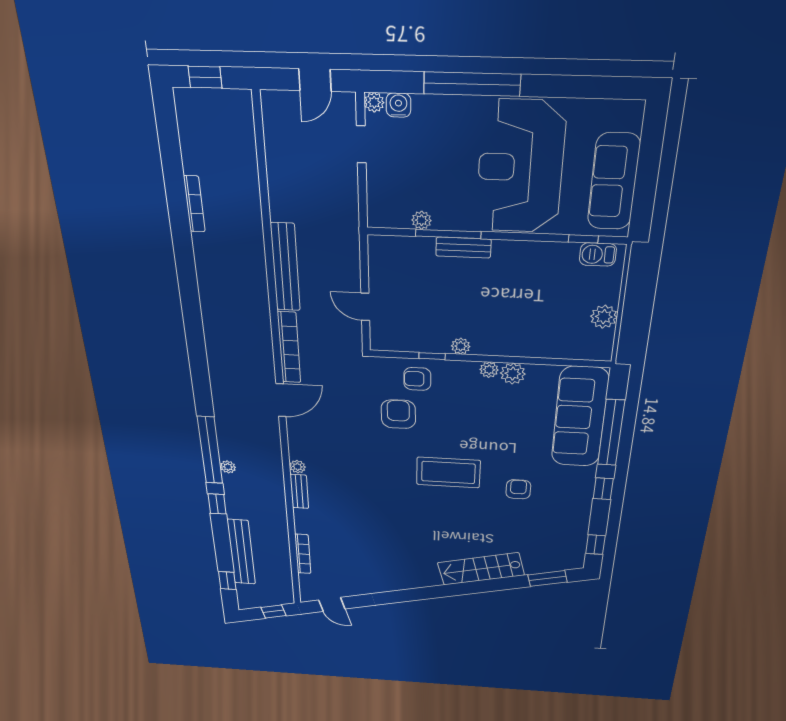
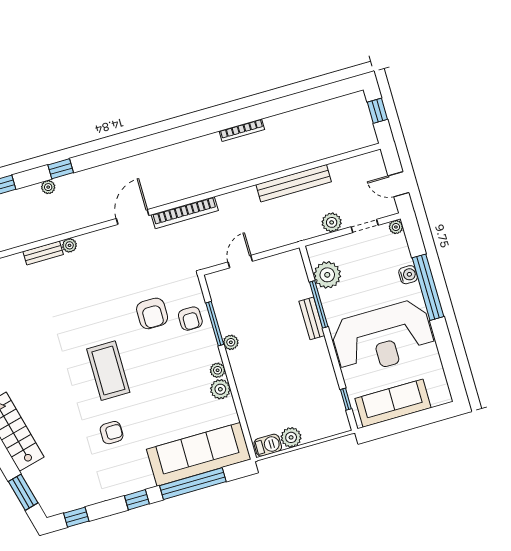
water cooler: (398, 105) -> (408, 275), moved
reception desk: (520, 167) -> (383, 338), turned 180
plant: (345, 185) -> (332, 222), added
bookcase: (194, 204) -> (242, 130), moved
plant: (422, 220) -> (327, 275), width x1.88, depth x1.88
barbecue: (598, 254) -> (268, 445), moved, turned 90
bench: (285, 267) -> (294, 183), moved
window: (432, 356) -> (215, 324), width x2.17
armchair: (417, 379) -> (190, 319), turned 180
door: (281, 400) -> (133, 217), swing flipped
armchair: (398, 414) -> (152, 313), turned 91
window: (210, 450) -> (61, 169), width x0.32

